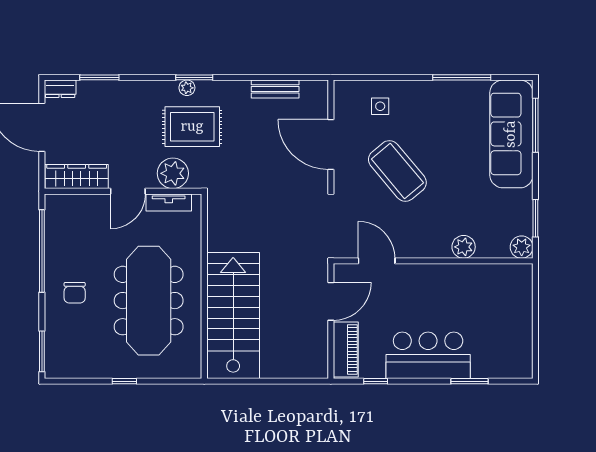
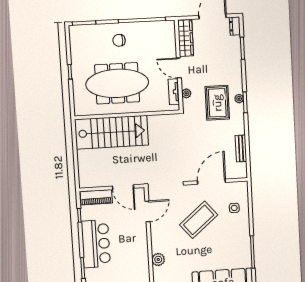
plant: (173, 173) -> (186, 93), width x0.53, depth x0.53

